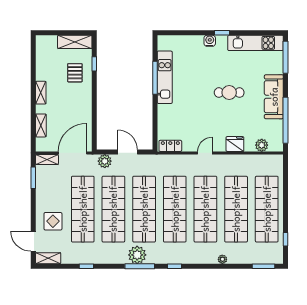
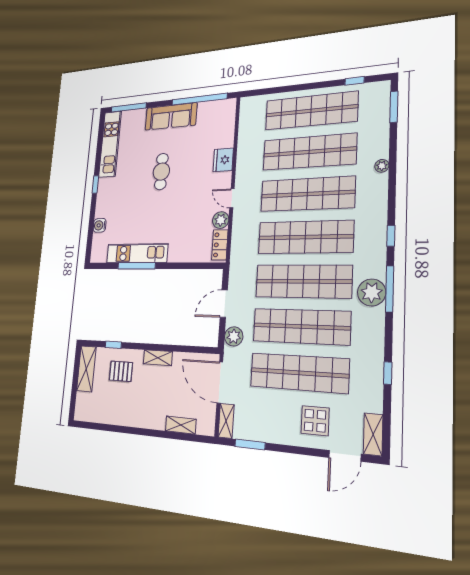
water cooler: (210, 41) -> (100, 225), moved
shelving: (41, 93) -> (158, 358), moved
plant: (262, 145) -> (221, 220), moved

